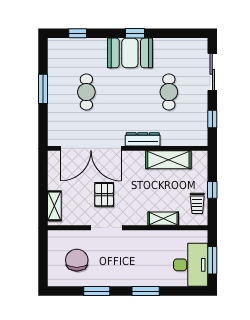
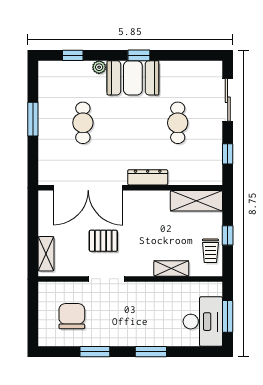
plant: (101, 44) -> (99, 67), added
shelving: (168, 160) -> (196, 201), moved
pallet: (104, 195) -> (103, 241), turned 90

